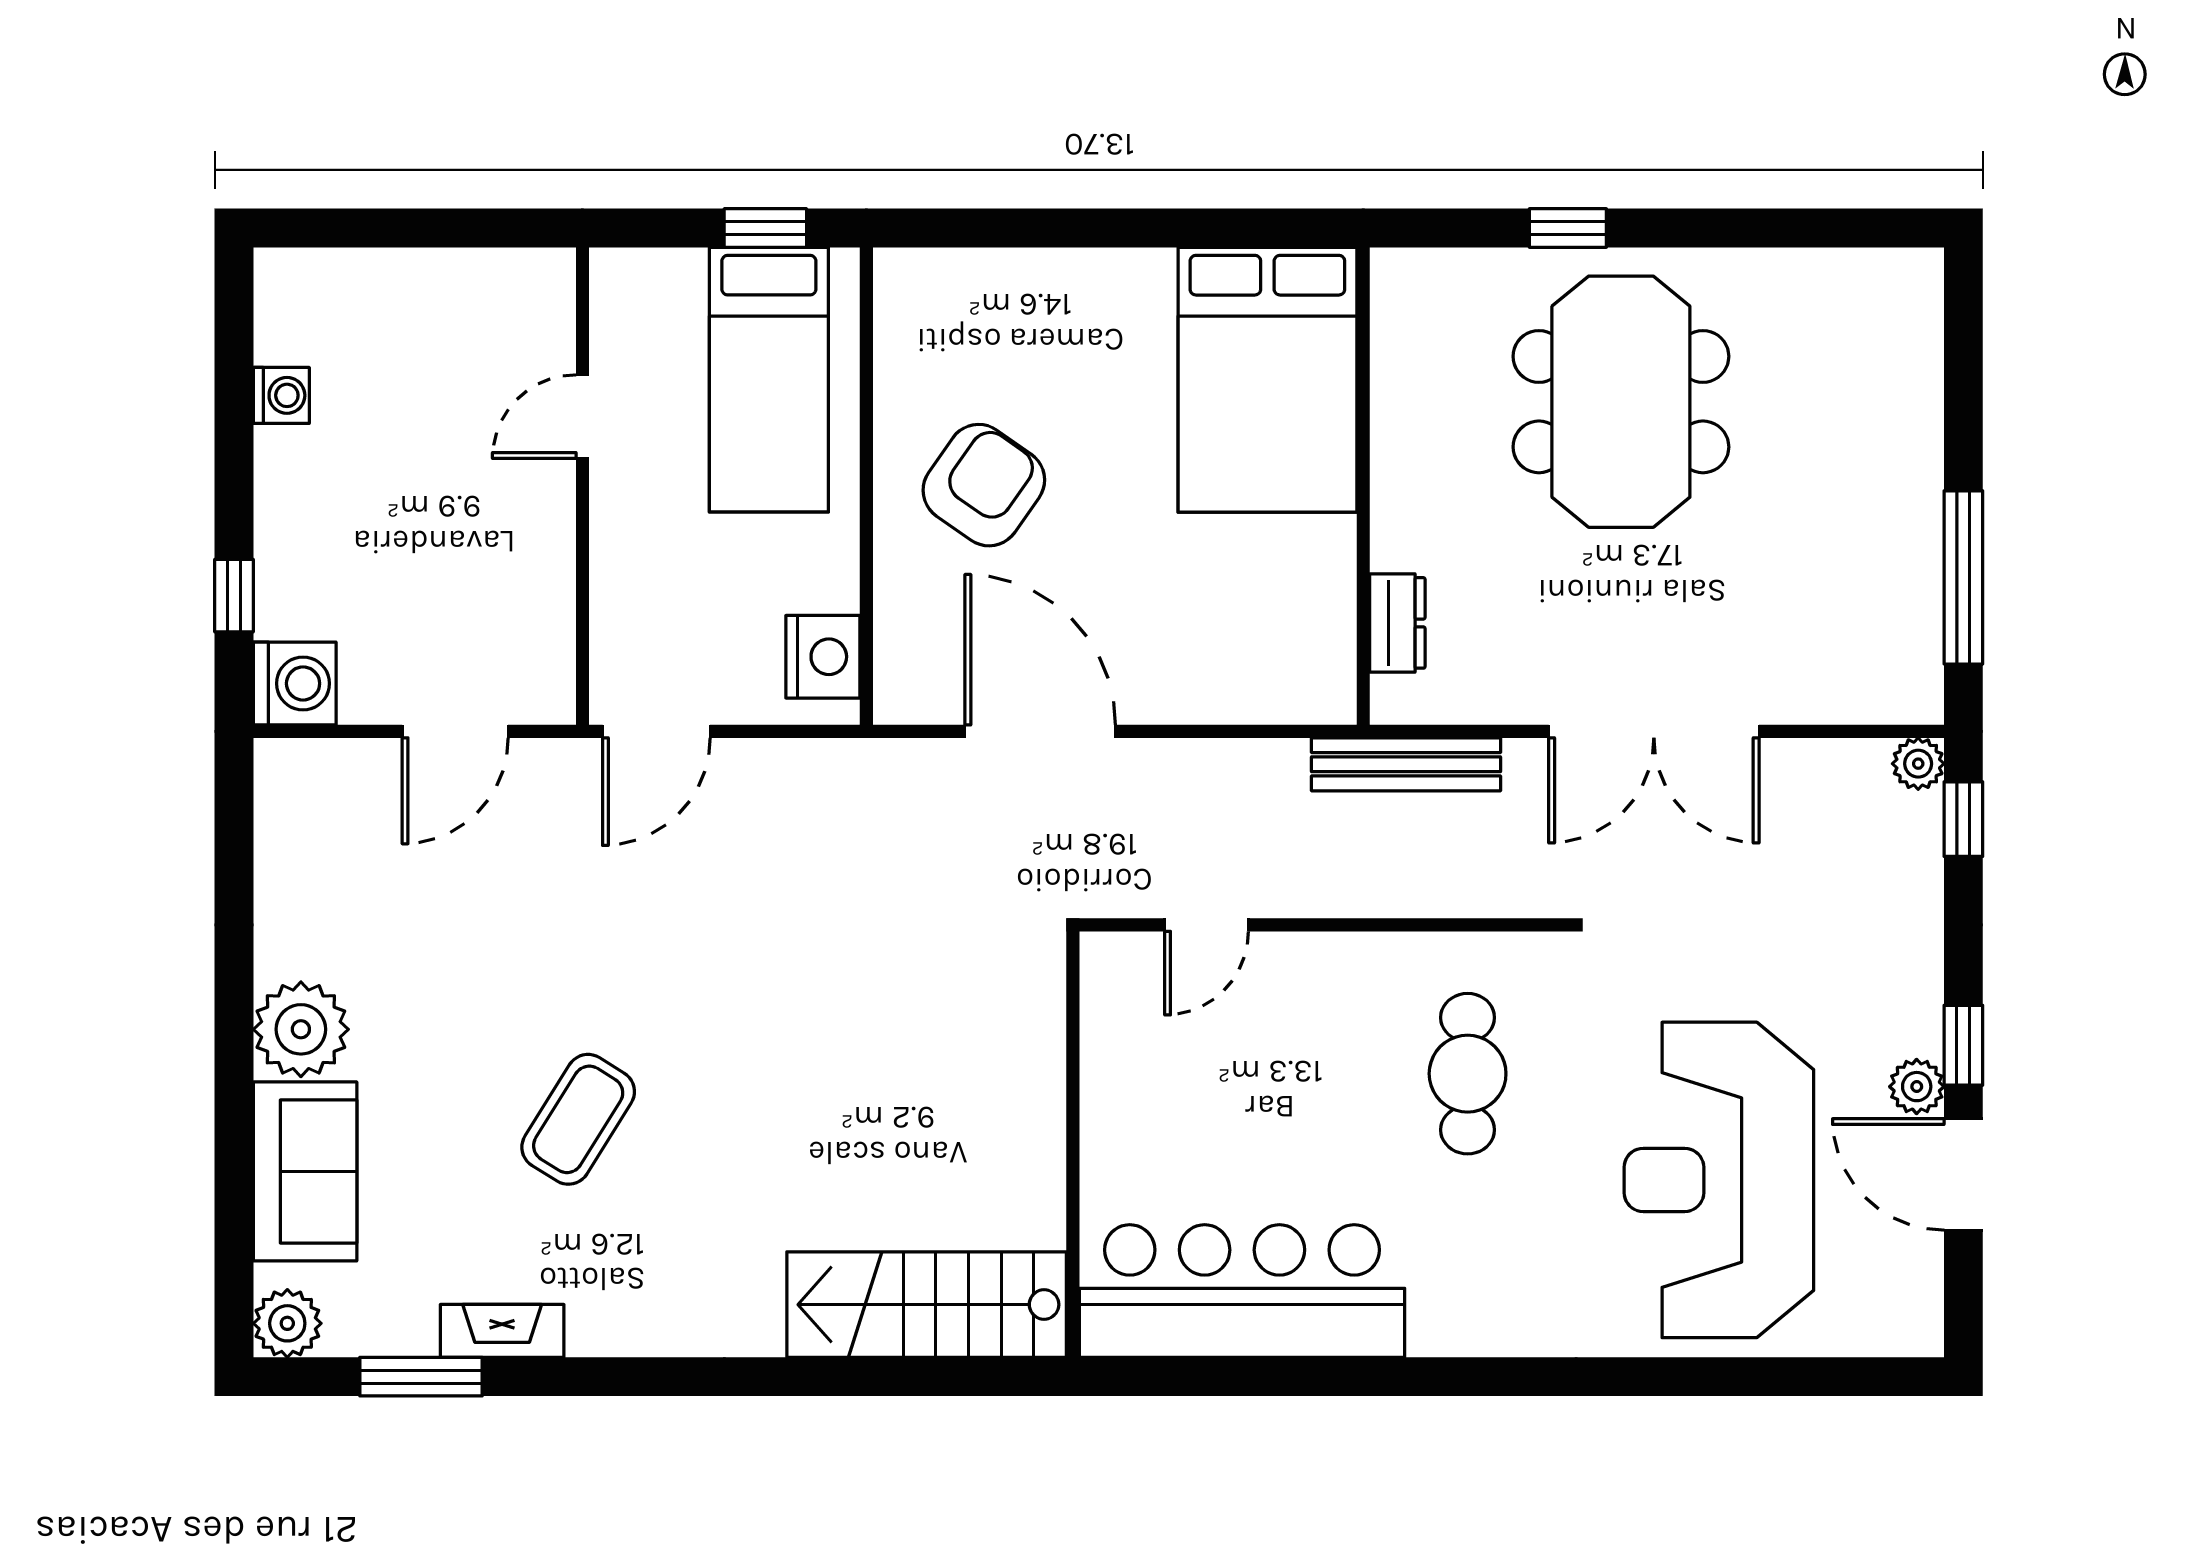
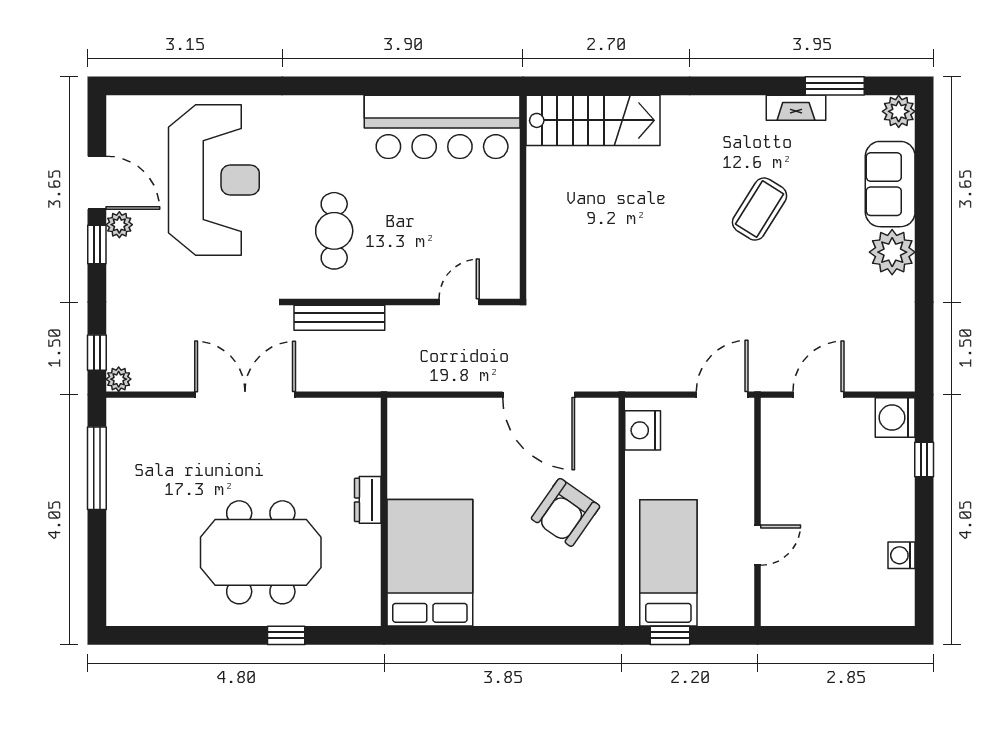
meeting table: (1621, 402) -> (261, 552), turned 90
dresser: (1397, 623) -> (368, 500), moved
bench: (1406, 764) -> (339, 318), moved

